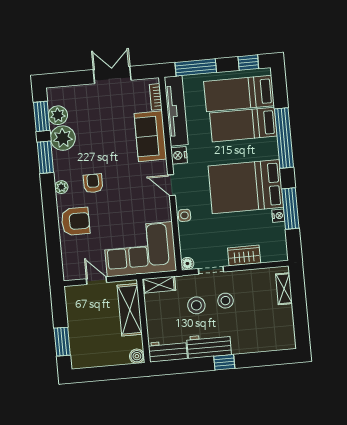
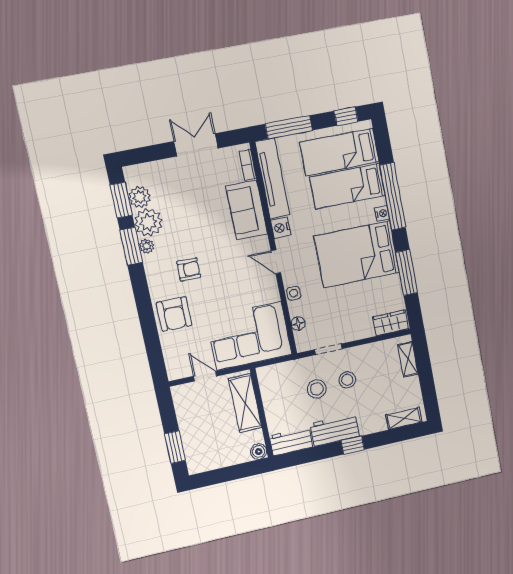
armchair: (93, 183) -> (189, 269), turned 90
plant: (61, 187) -> (147, 246), moved
nightstand: (278, 216) -> (382, 213), moved
armchair: (76, 221) -> (174, 314), turned 90
wardrobe: (244, 255) -> (391, 323), moved
floor lamp: (187, 264) -> (298, 324), moved
shelving: (159, 285) -> (404, 418), moved

